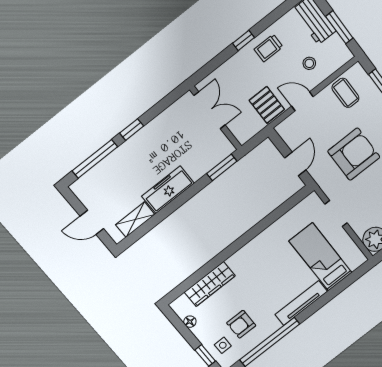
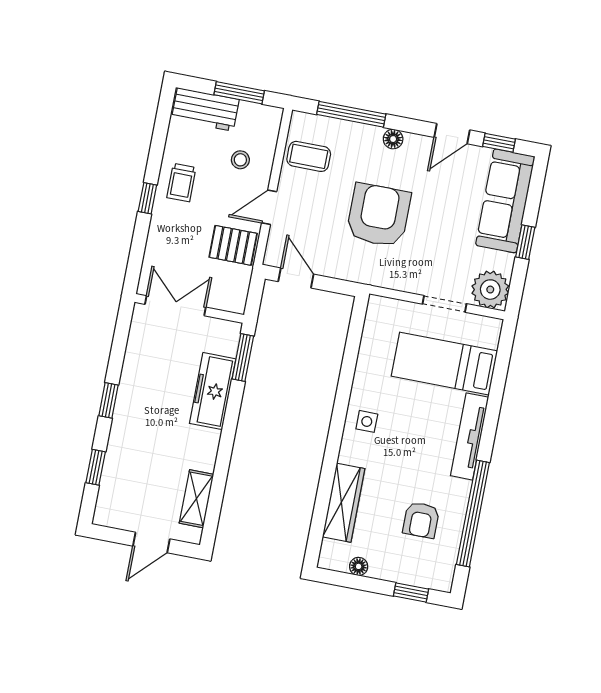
window: (95, 159) -> (96, 467), width x0.46
door: (295, 164) -> (296, 278), moved
freezer: (168, 190) -> (213, 391), moved
doorway: (336, 214) -> (445, 304), moved
side table: (223, 345) -> (367, 421), moved

